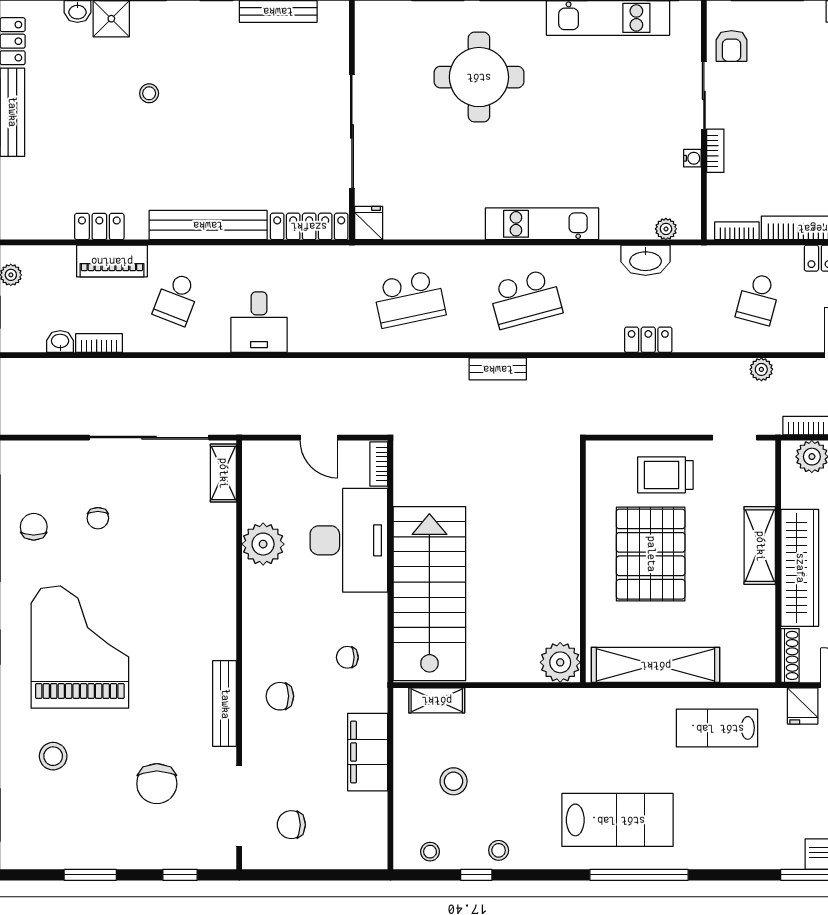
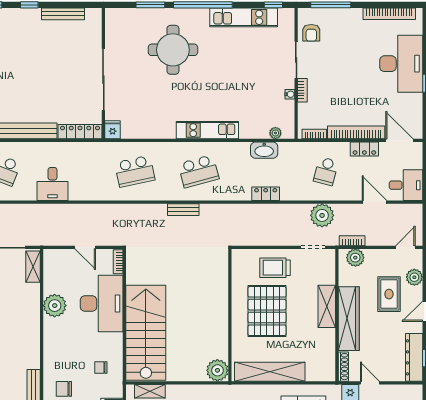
plant: (761, 369) -> (322, 215), width x1.88, depth x1.88

